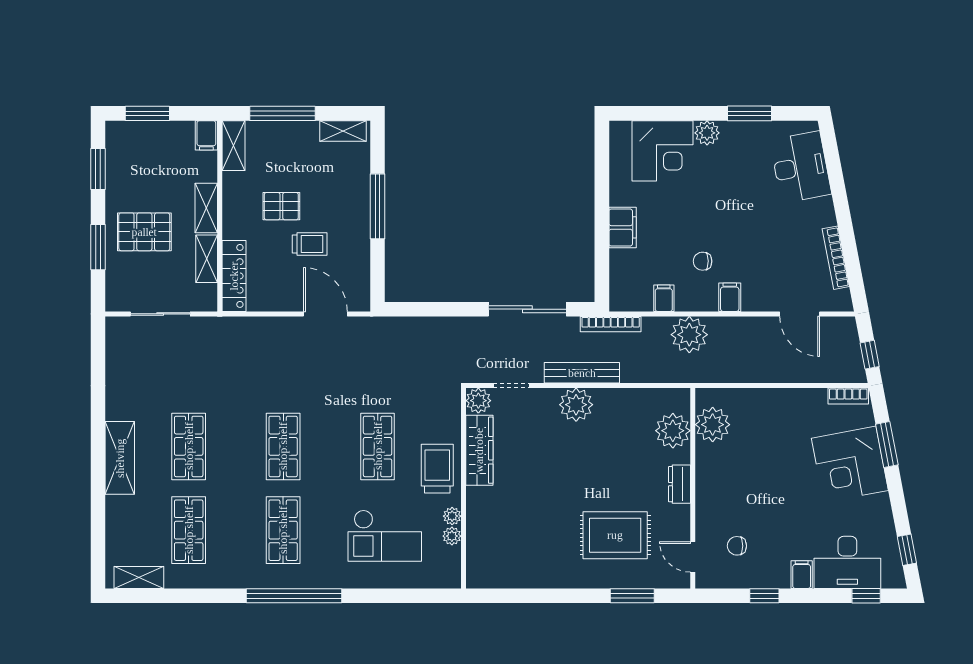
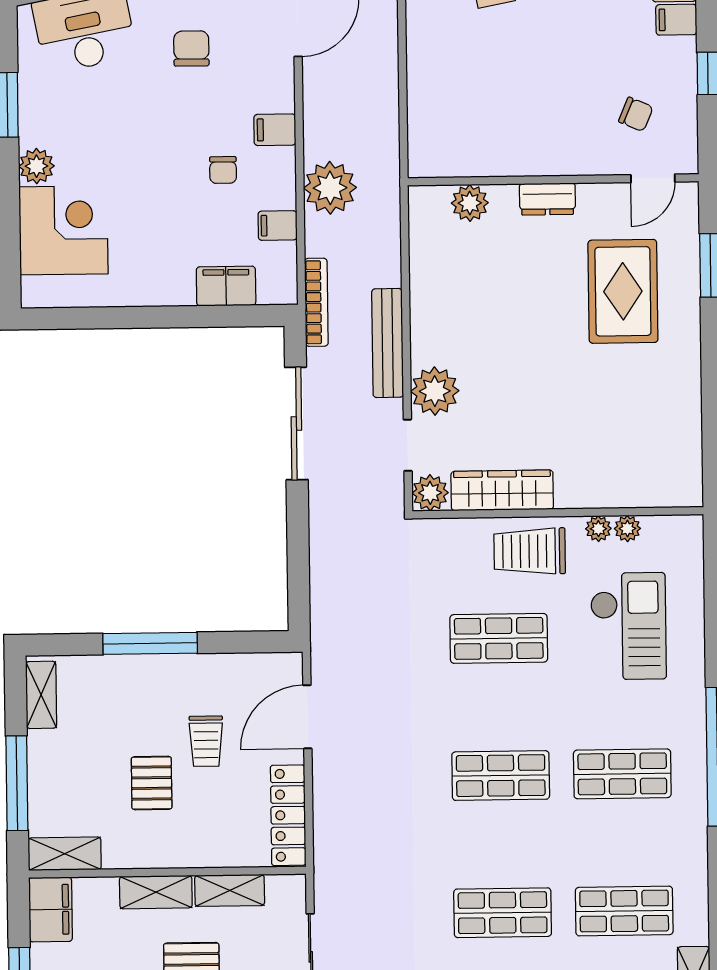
filing cabinet: (206, 135) -> (51, 909), width x2.00
filing cabinet: (623, 227) -> (226, 286), moved
chair: (786, 241) -> (191, 48), added
trolley: (310, 244) -> (206, 741), turned 180
locker: (234, 276) -> (288, 815), moved, turned -90
plant: (576, 405) -> (435, 391), moved
plant: (713, 425) -> (460, 152), removed
plant: (673, 431) -> (470, 203), width x0.73, depth x0.73
chair: (737, 546) -> (636, 114), turned -67

